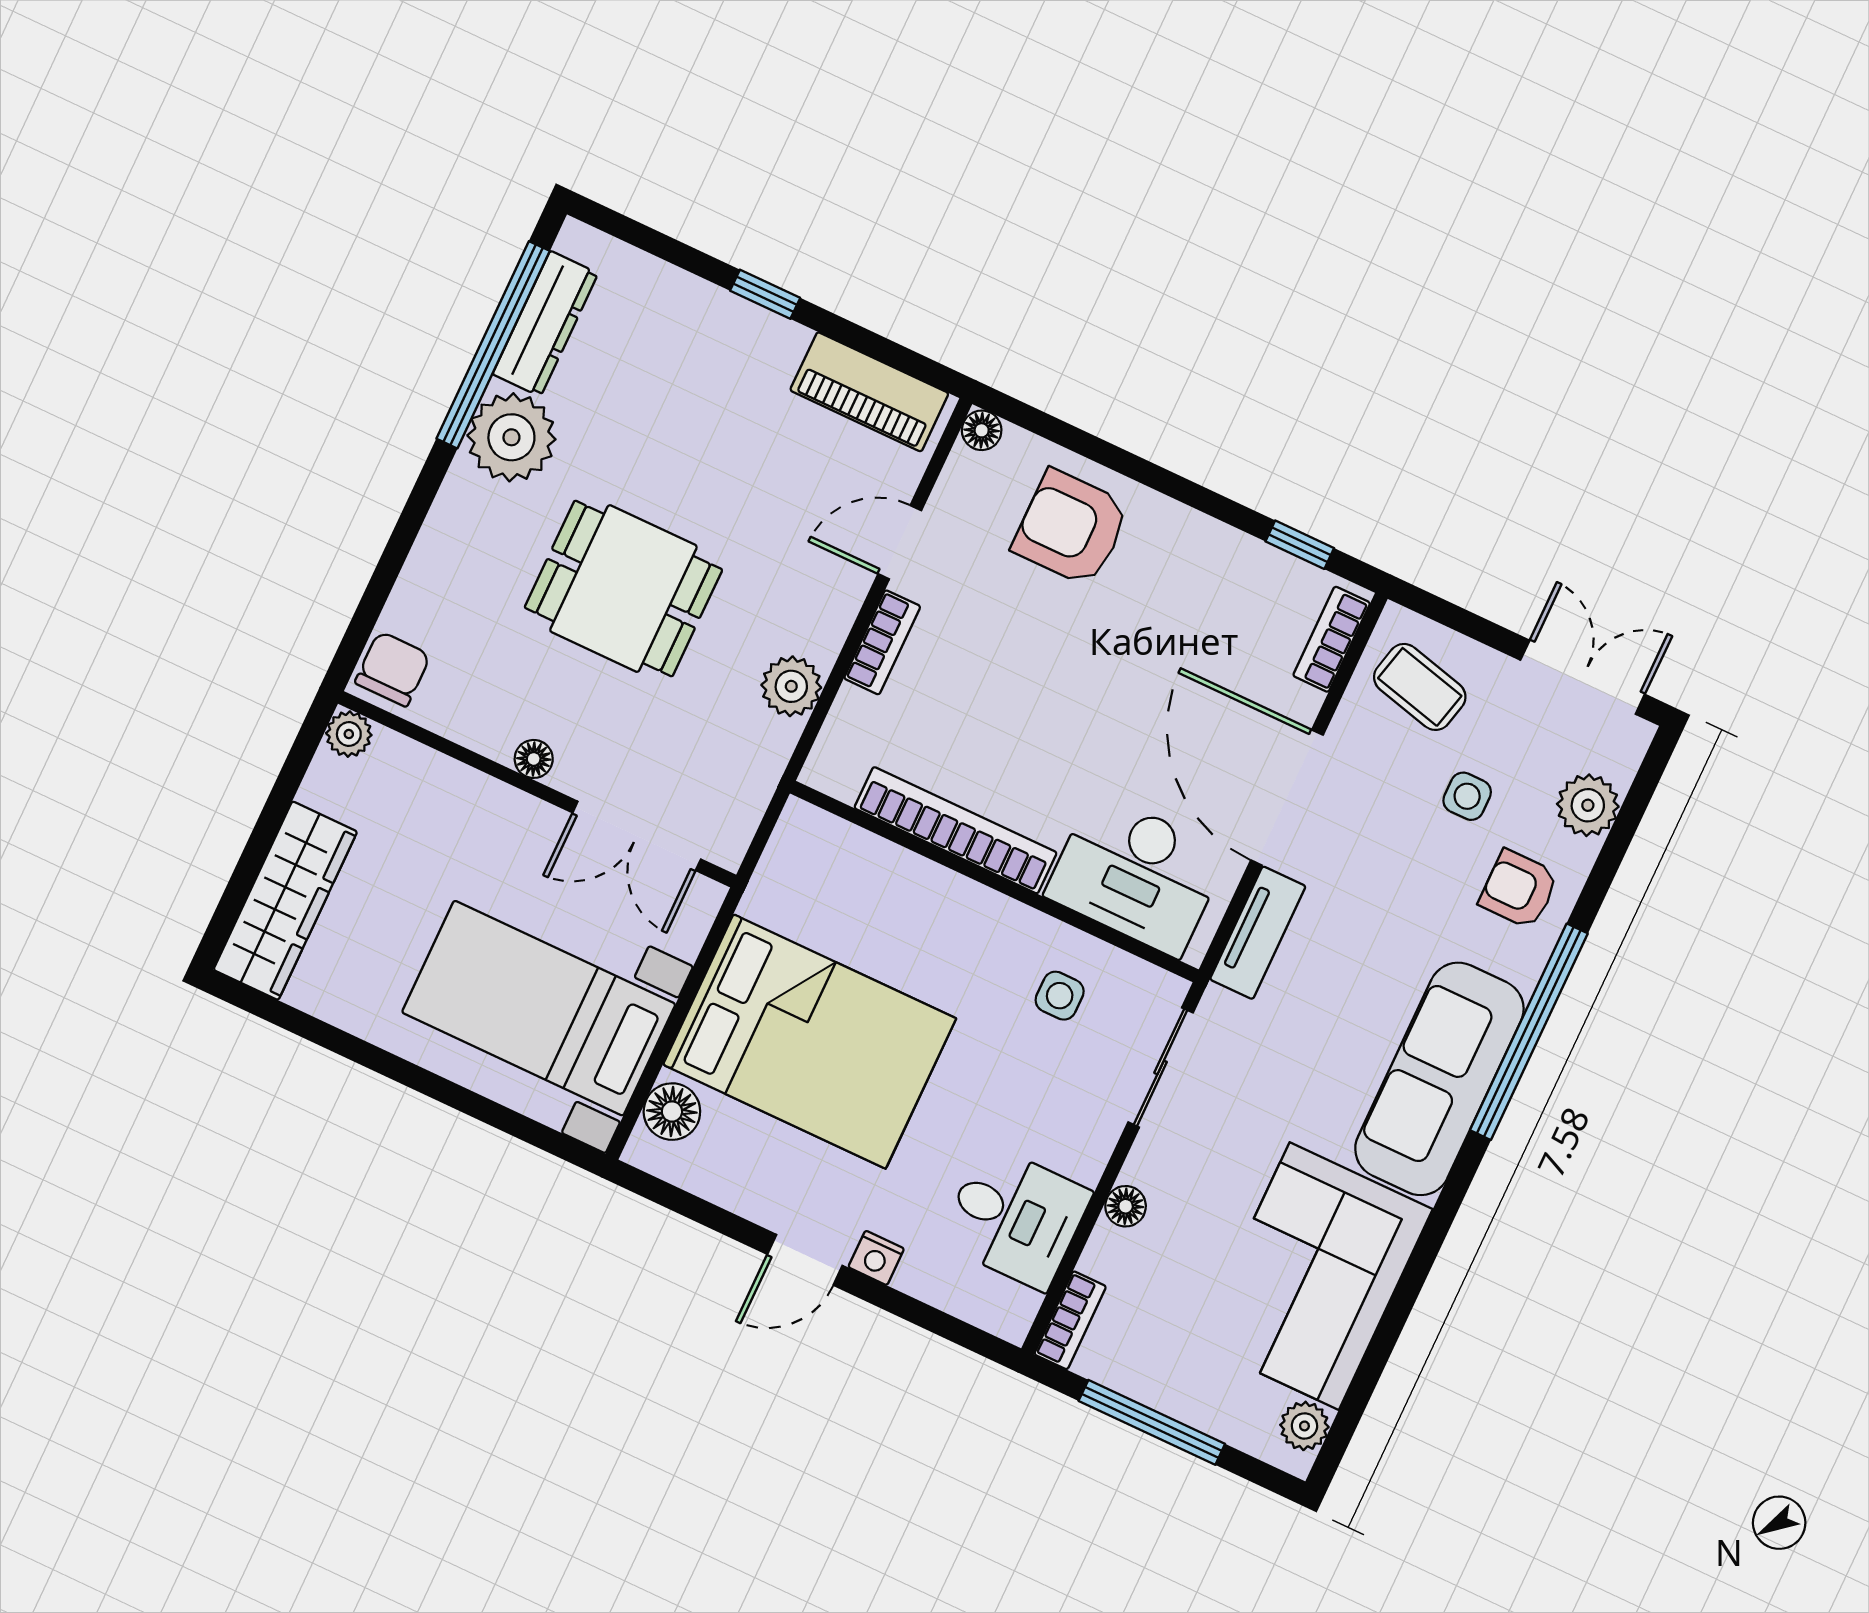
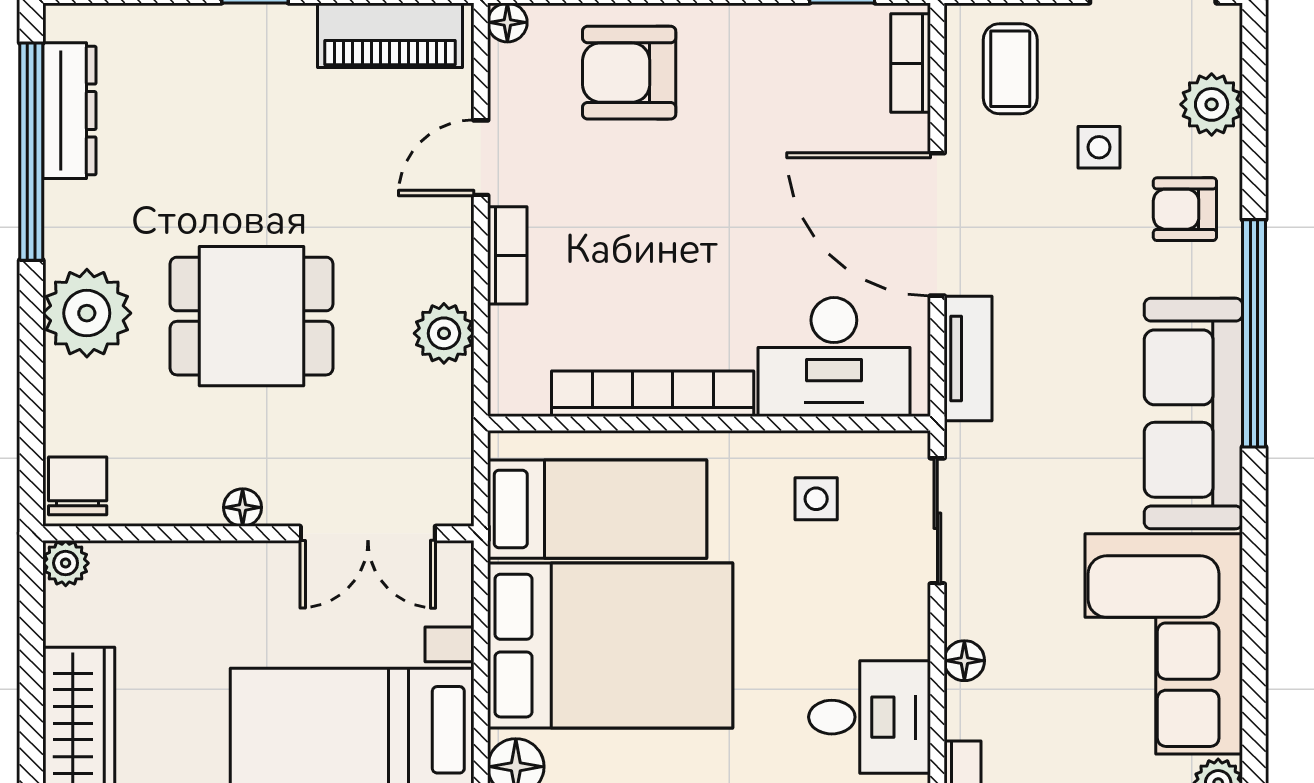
plant: (511, 437) -> (87, 313), moved
coffee table: (1420, 687) -> (1010, 69), turned 76
bed: (856, 912) -> (597, 509), added

